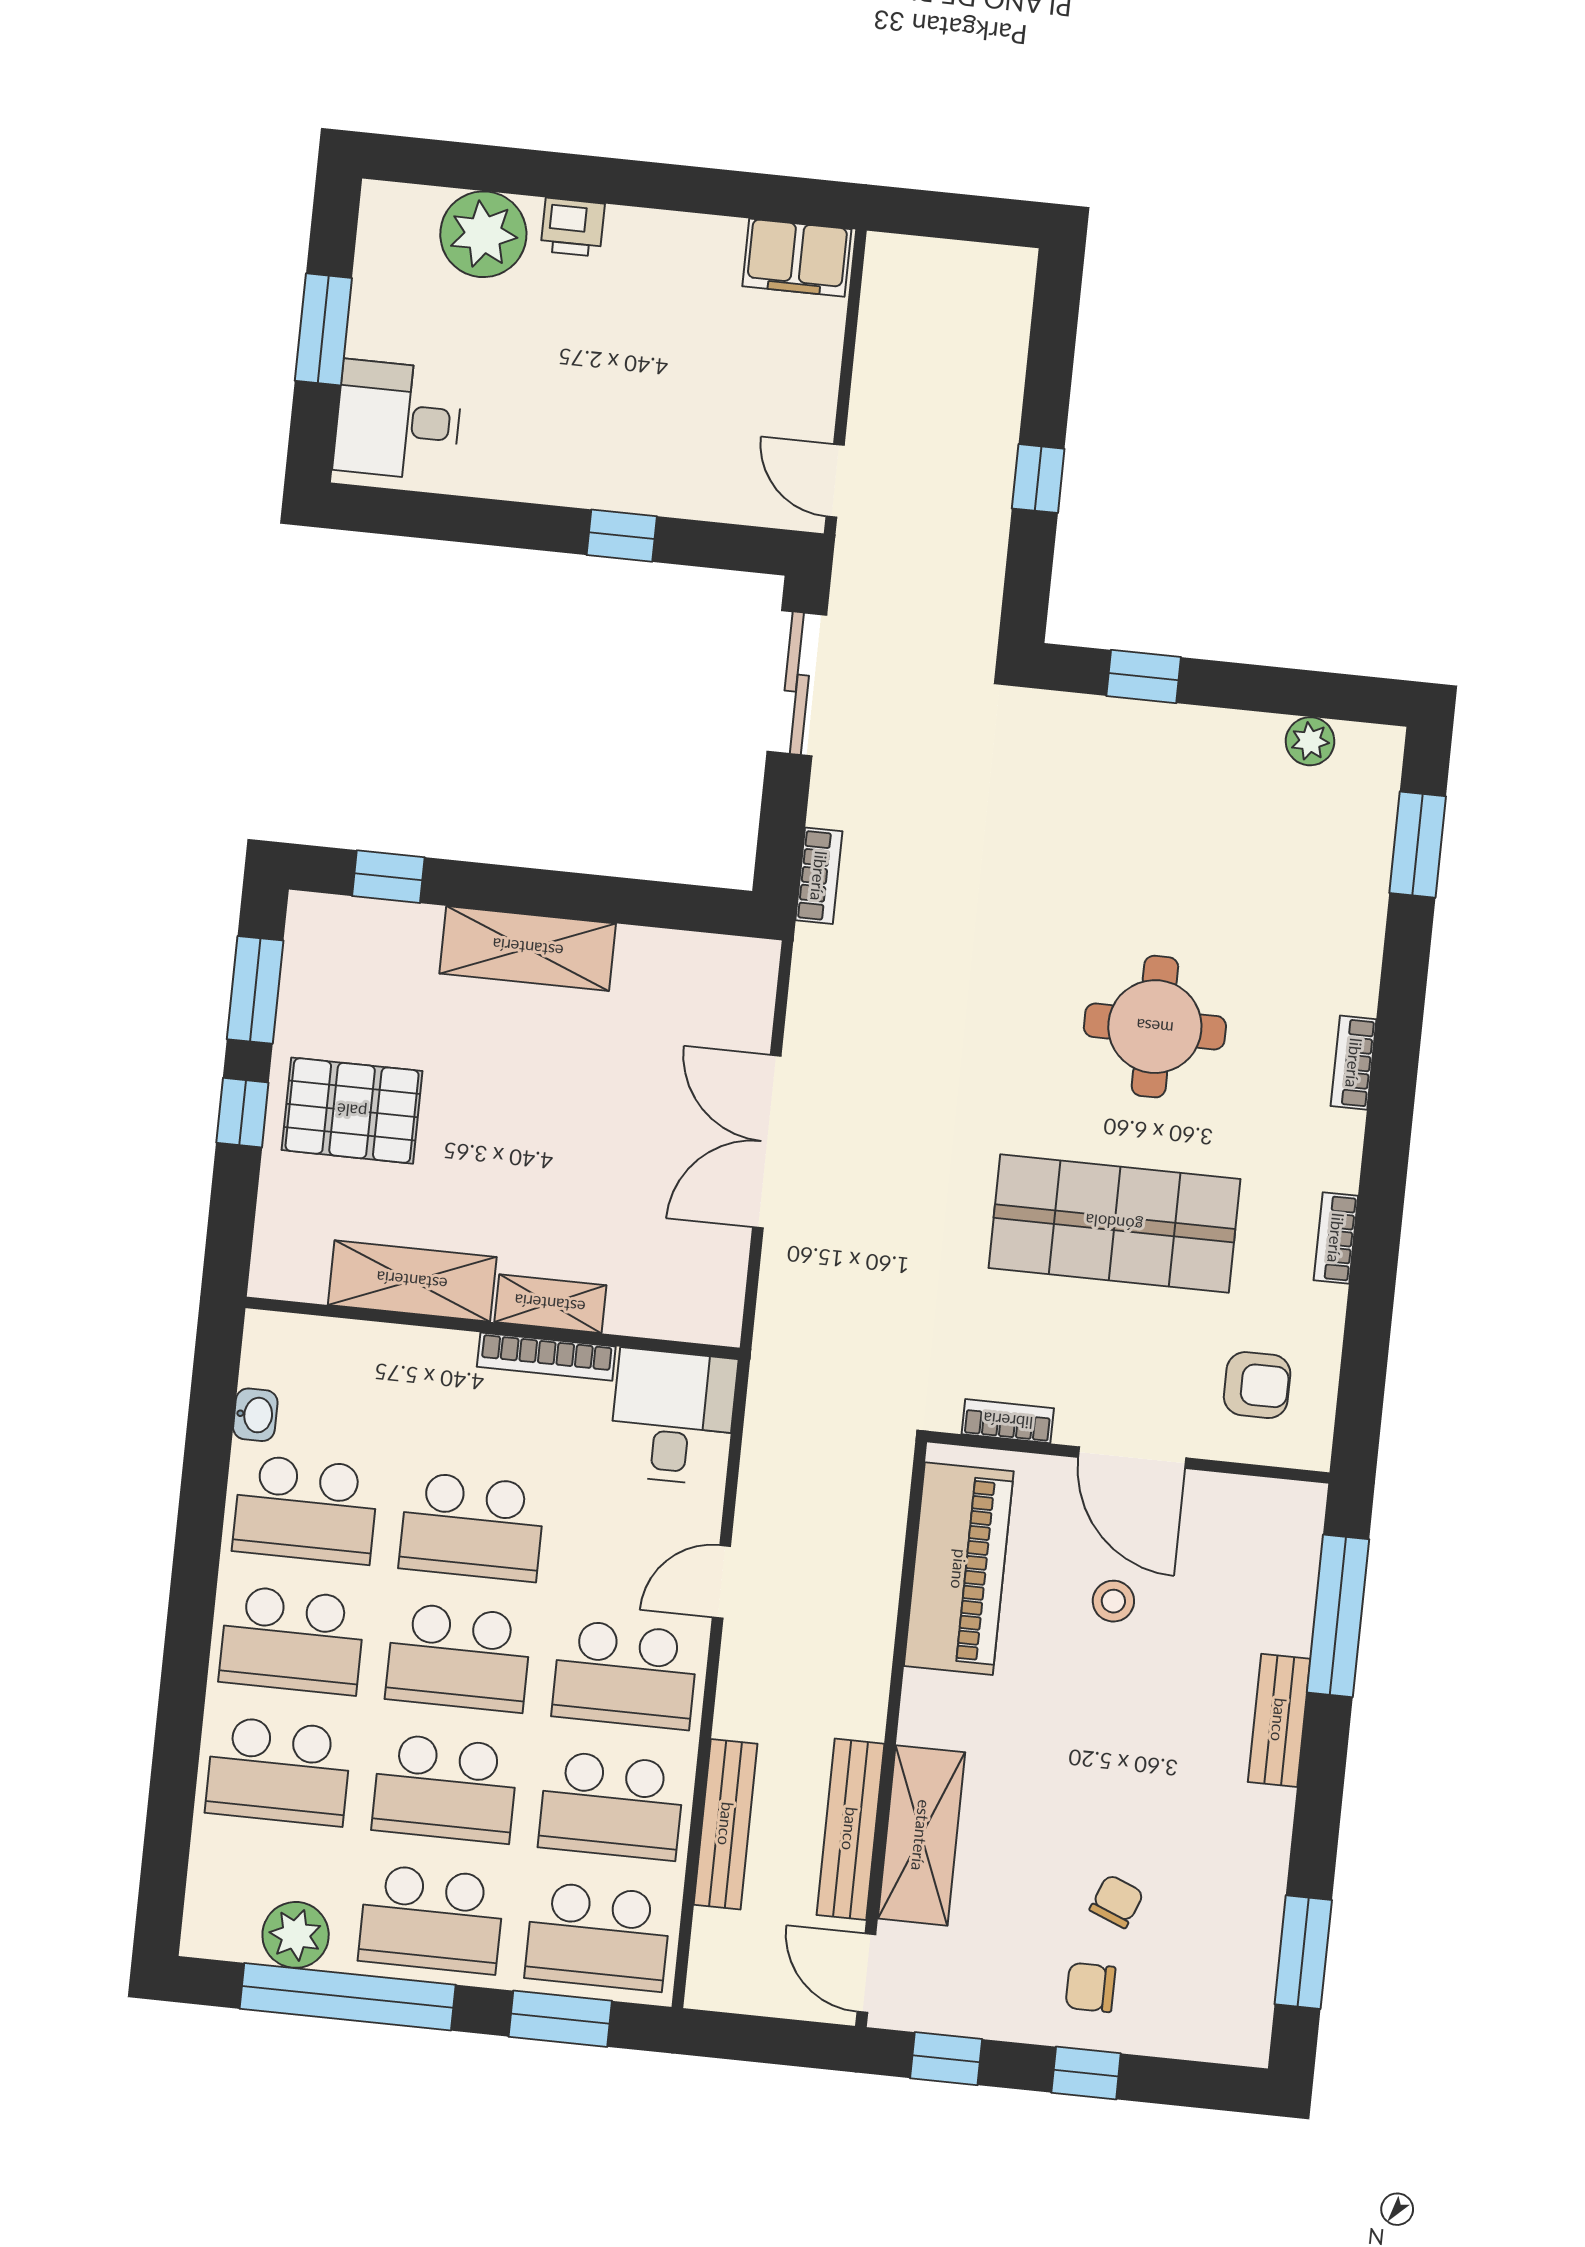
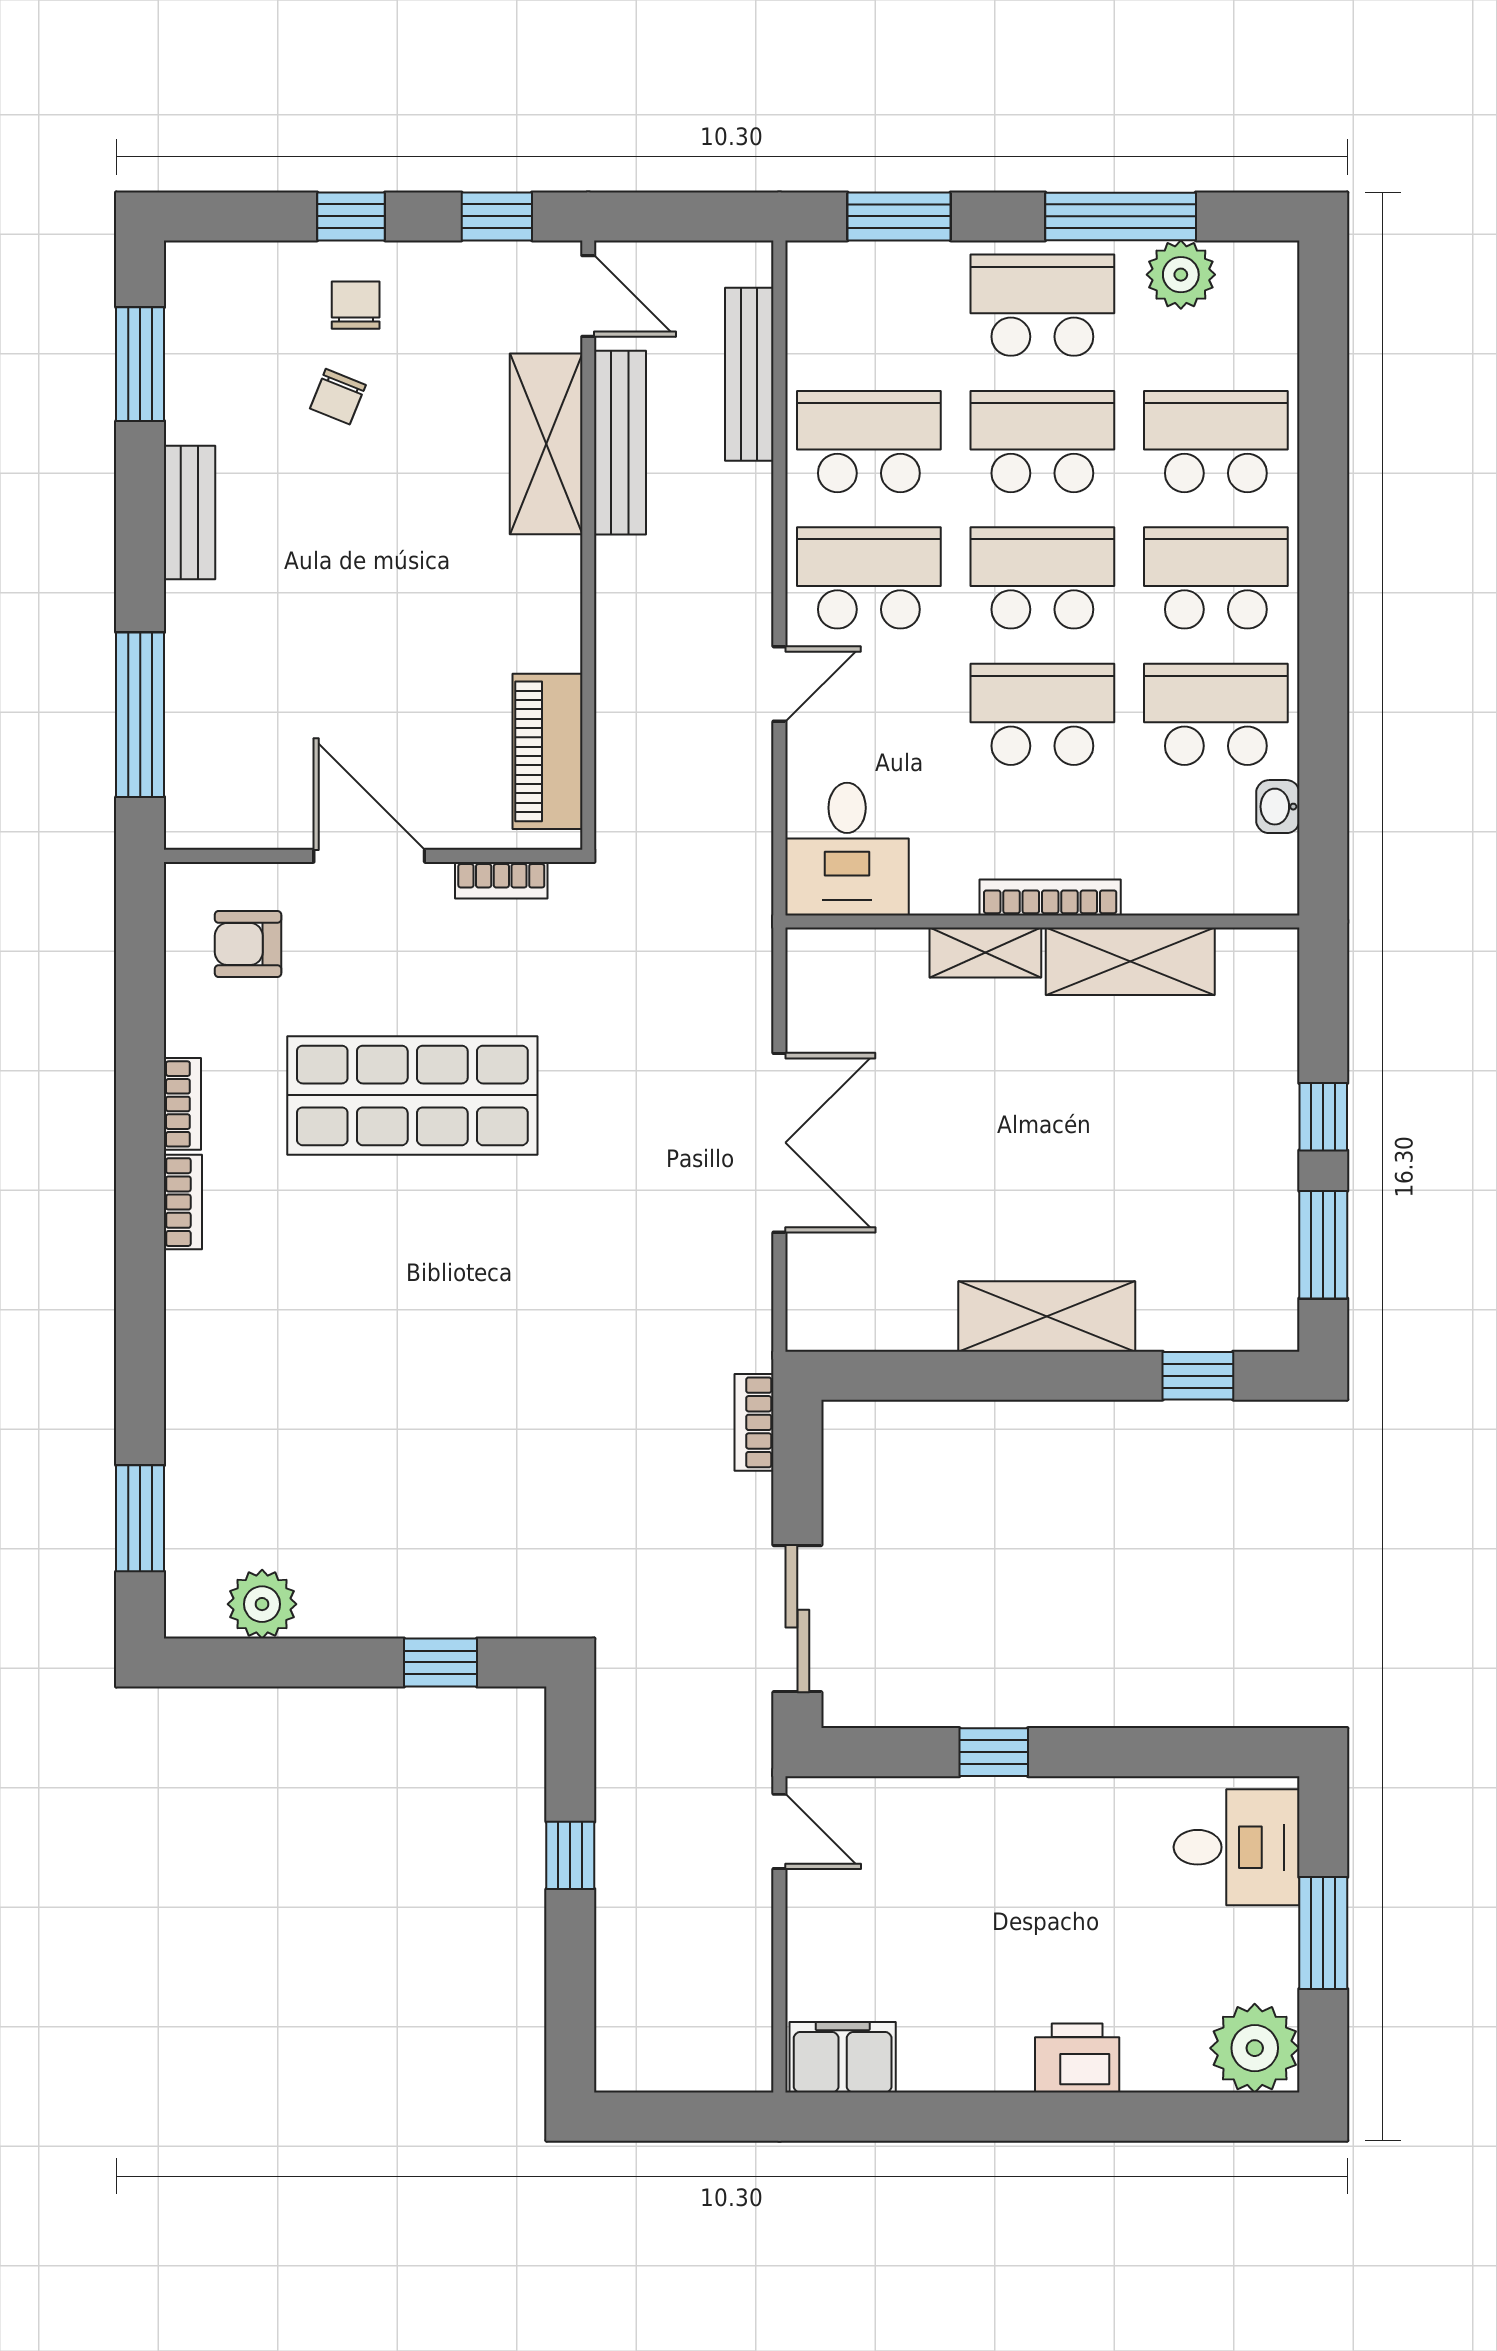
printer: (573, 227) -> (1077, 2058), width x1.36, depth x1.24
plant: (483, 234) -> (1255, 2048), moved
plant: (1310, 741) -> (262, 1604), width x1.38, depth x1.38
round table: (1155, 1027) -> (392, 1303), removed
bookcase: (1354, 1063) -> (183, 1202), moved
pallet: (352, 1111) -> (1210, 1131), removed
bookcase: (546, 1357) -> (1050, 898), moved
piano: (959, 1569) -> (547, 751), width x0.73, depth x0.75
stool: (1113, 1601) -> (373, 706), removed
bench: (1279, 1720) -> (190, 513), moved
bench: (726, 1824) -> (749, 374), moved
school desk: (598, 1936) -> (869, 305), removed
chair: (1090, 1987) -> (356, 305), turned -90
window: (348, 1997) -> (1121, 216), width x0.68

